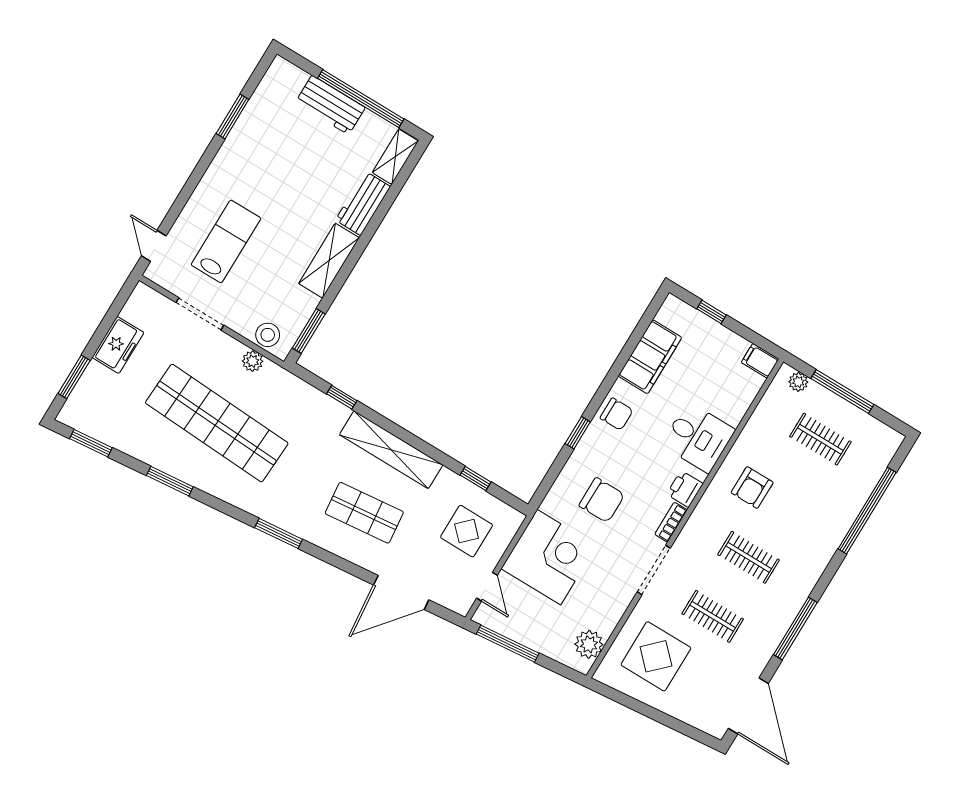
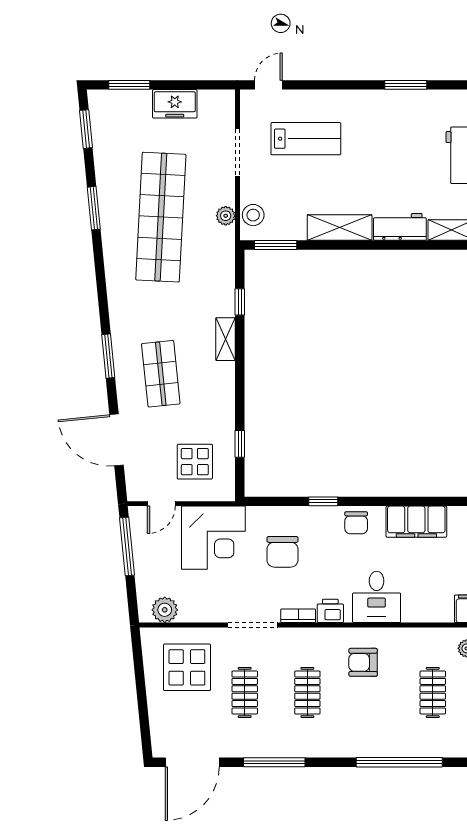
shelving: (391, 450) -> (226, 339), width x0.45, depth x0.75
window: (279, 533) -> (108, 356), moved

